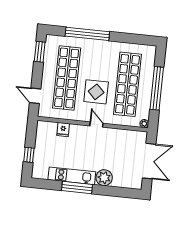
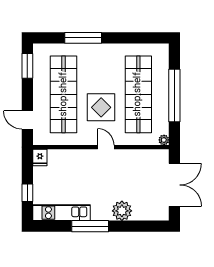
window: (87, 34) -> (83, 38), width x0.68
fridge: (63, 130) -> (40, 158), moved
kitchen unit: (72, 176) -> (62, 213), moved

